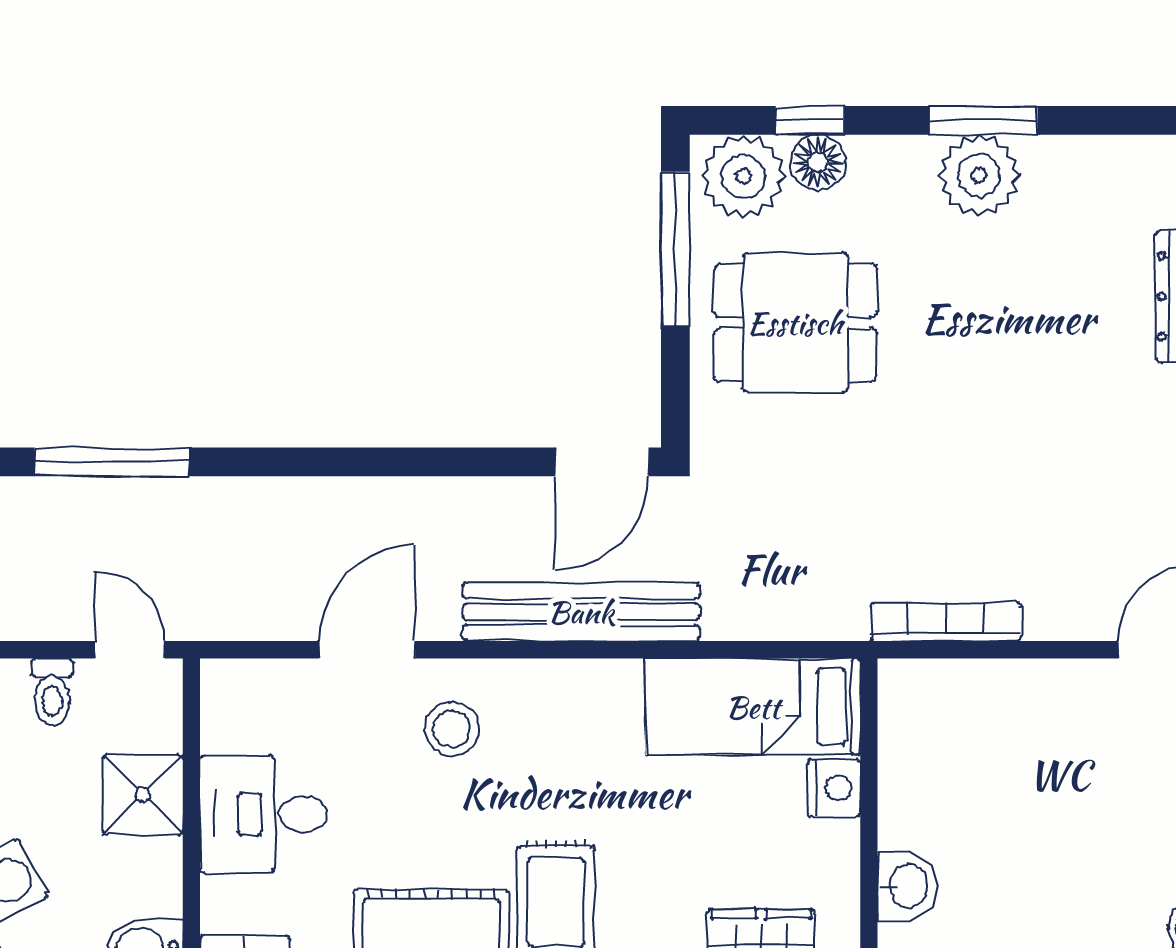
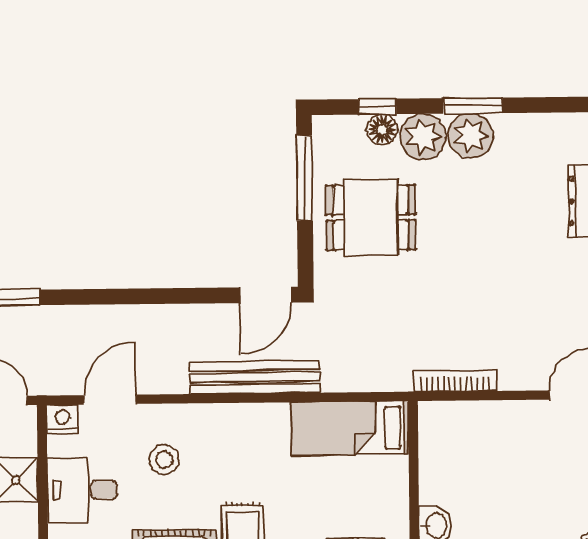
plant: (743, 176) -> (423, 137), moved
door: (367, 650) -> (110, 400), moved
stool: (452, 729) -> (164, 460), moved
nightstand: (834, 788) -> (62, 419), moved, turned -90

